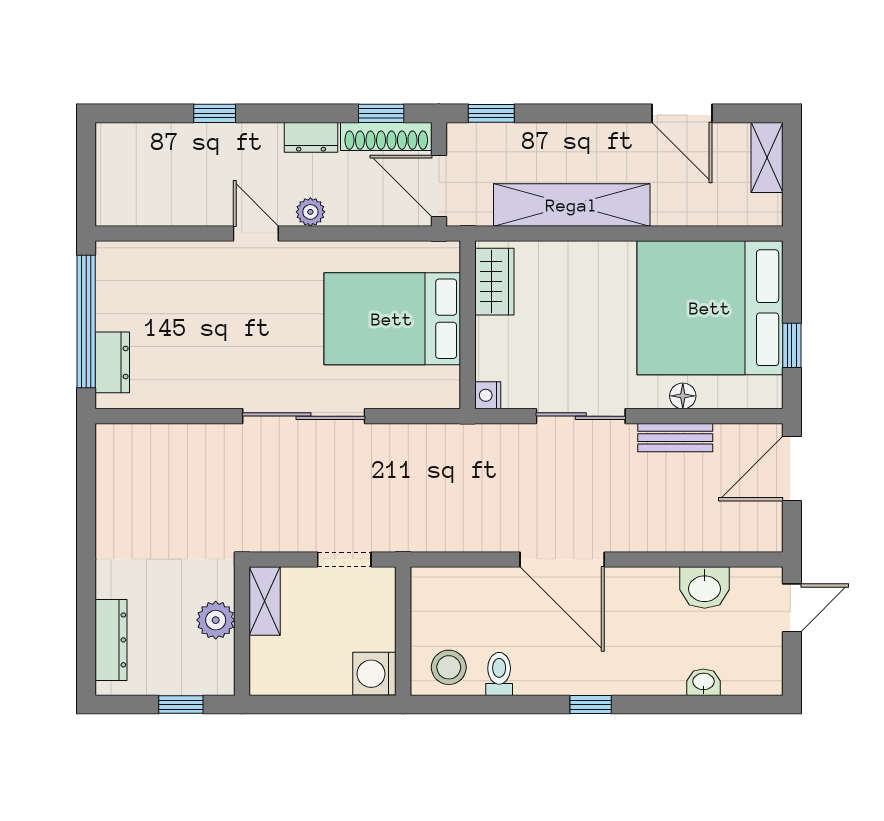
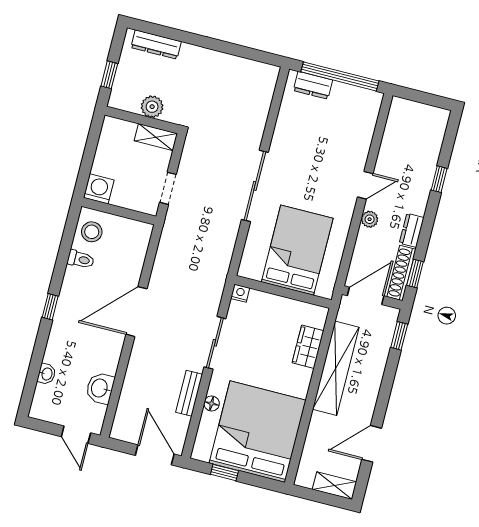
wardrobe: (494, 282) -> (308, 347), moved, turned 90

